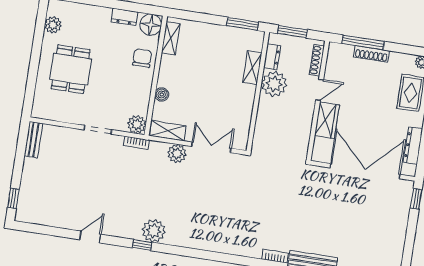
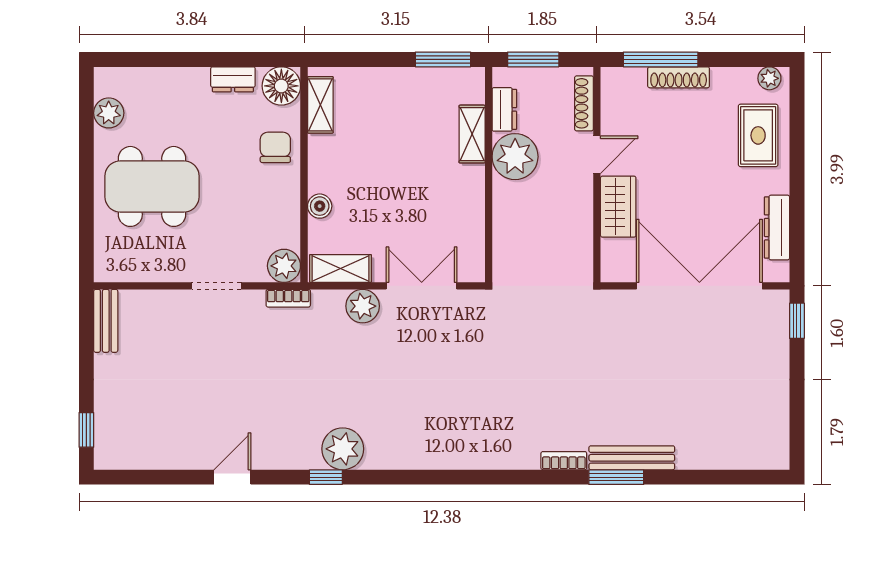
dining table: (71, 69) -> (152, 186), width x1.38

